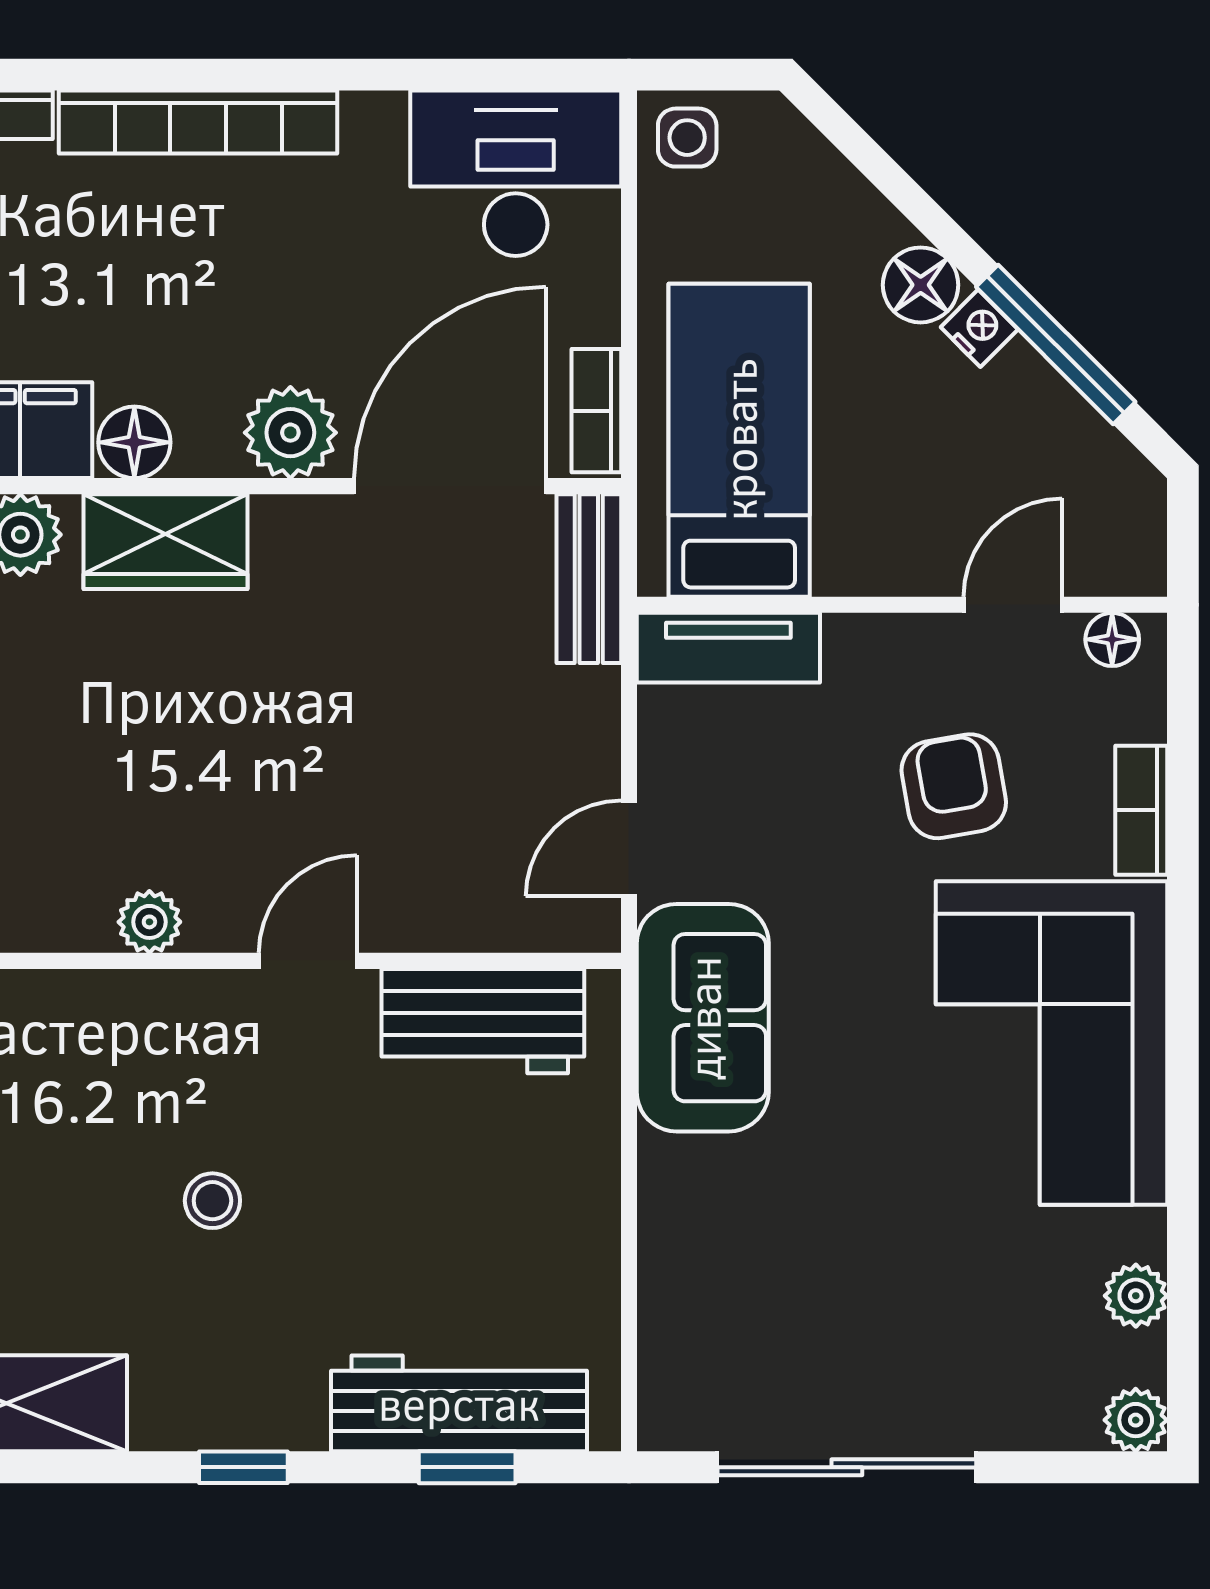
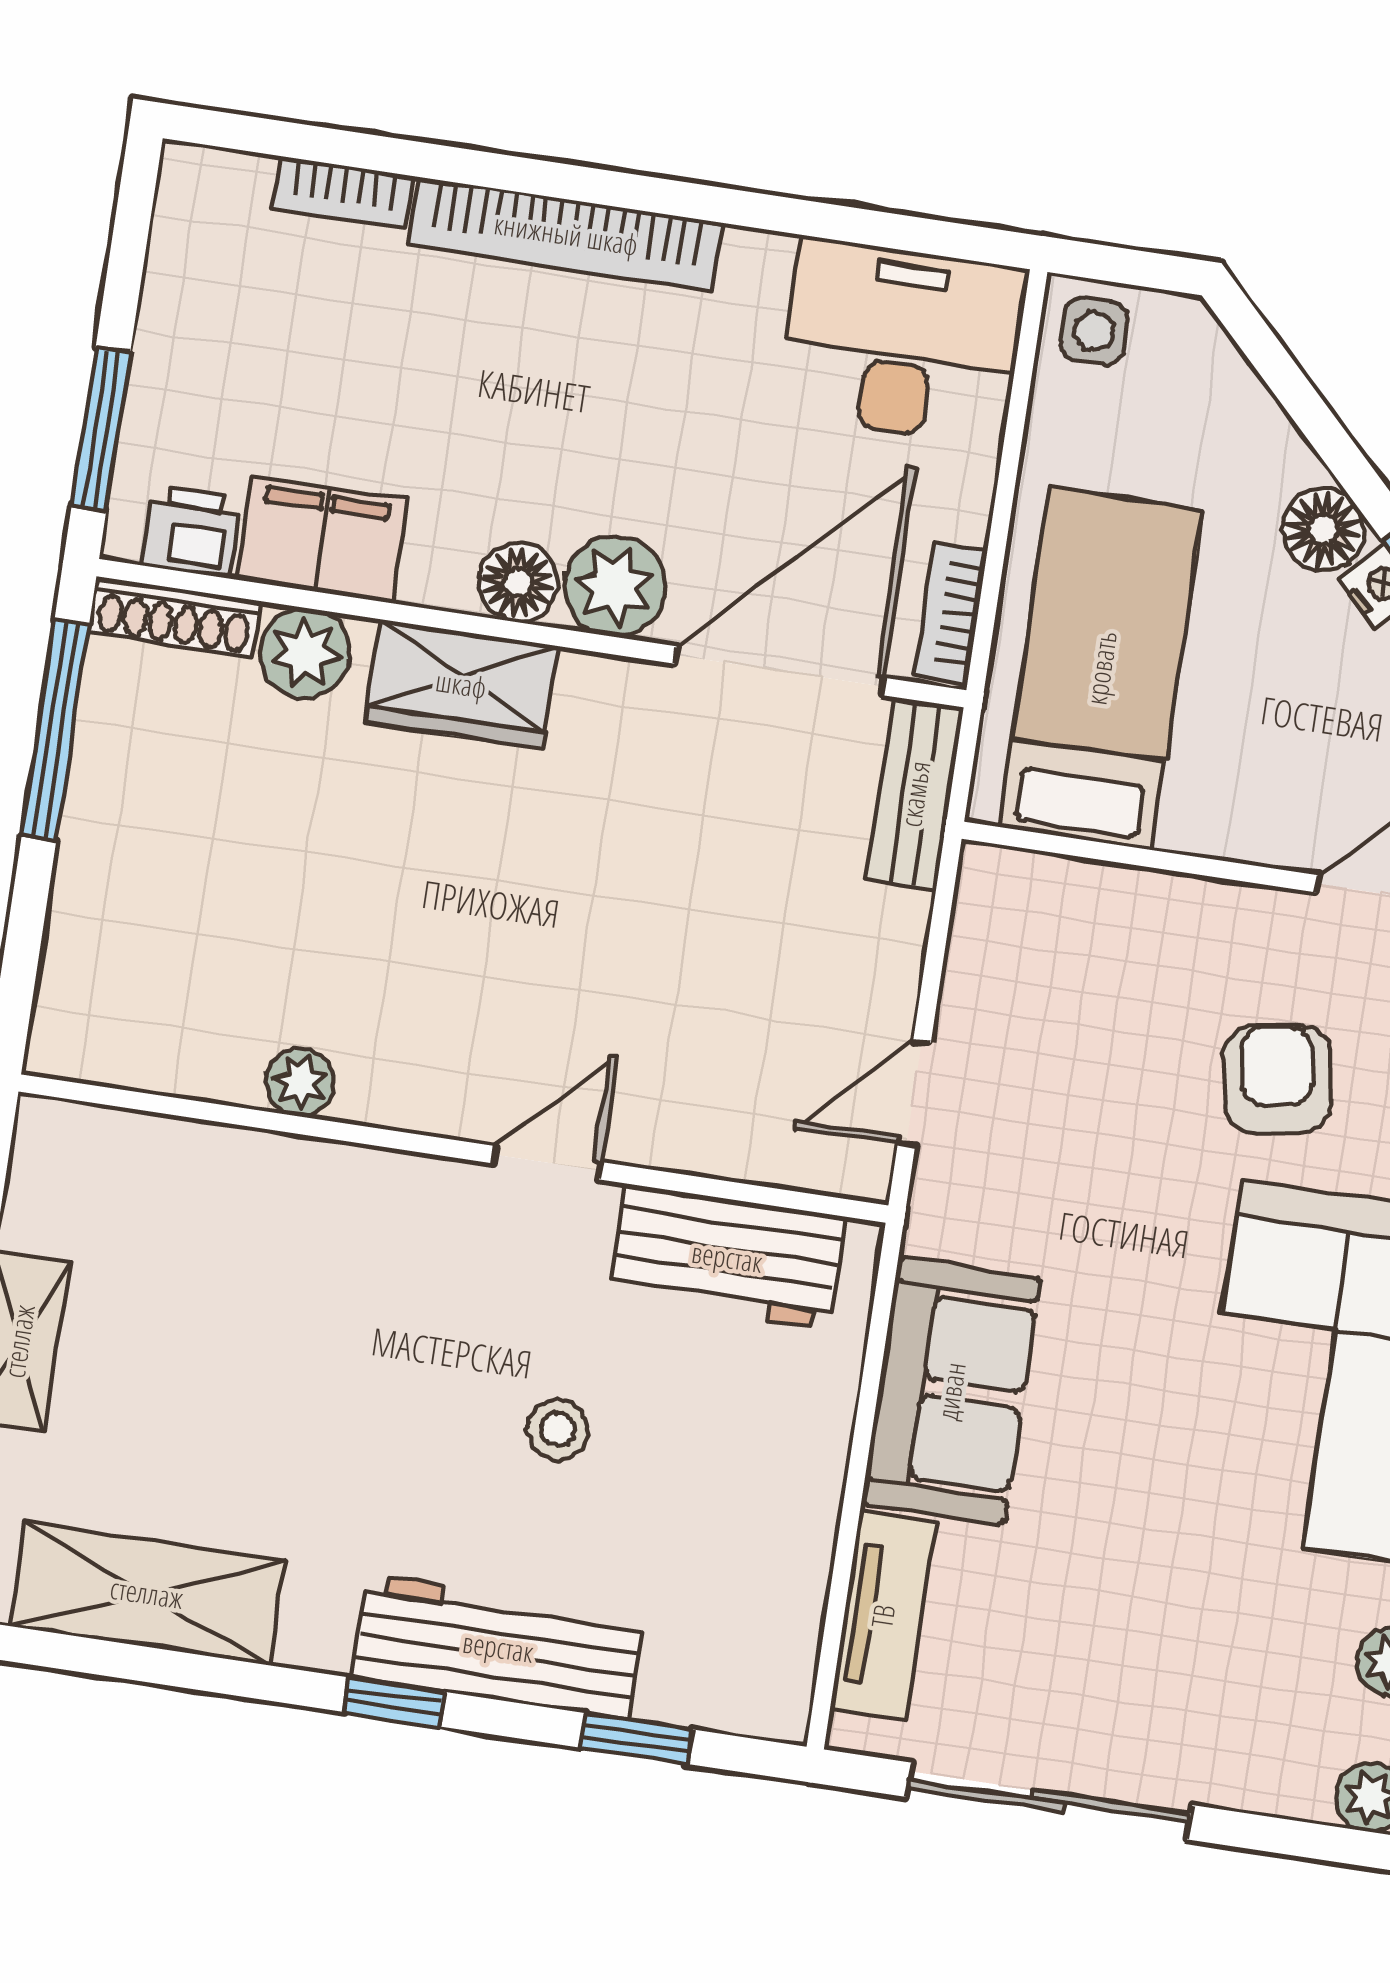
floor lamp: (134, 442) -> (518, 582), moved
tv unit: (728, 648) -> (883, 1616), moved, turned -90
plant: (149, 922) -> (300, 1082), moved
sofa: (703, 1018) -> (951, 1391), moved
stool: (212, 1201) -> (558, 1429), moved
workbench: (459, 1403) -> (498, 1647), moved

